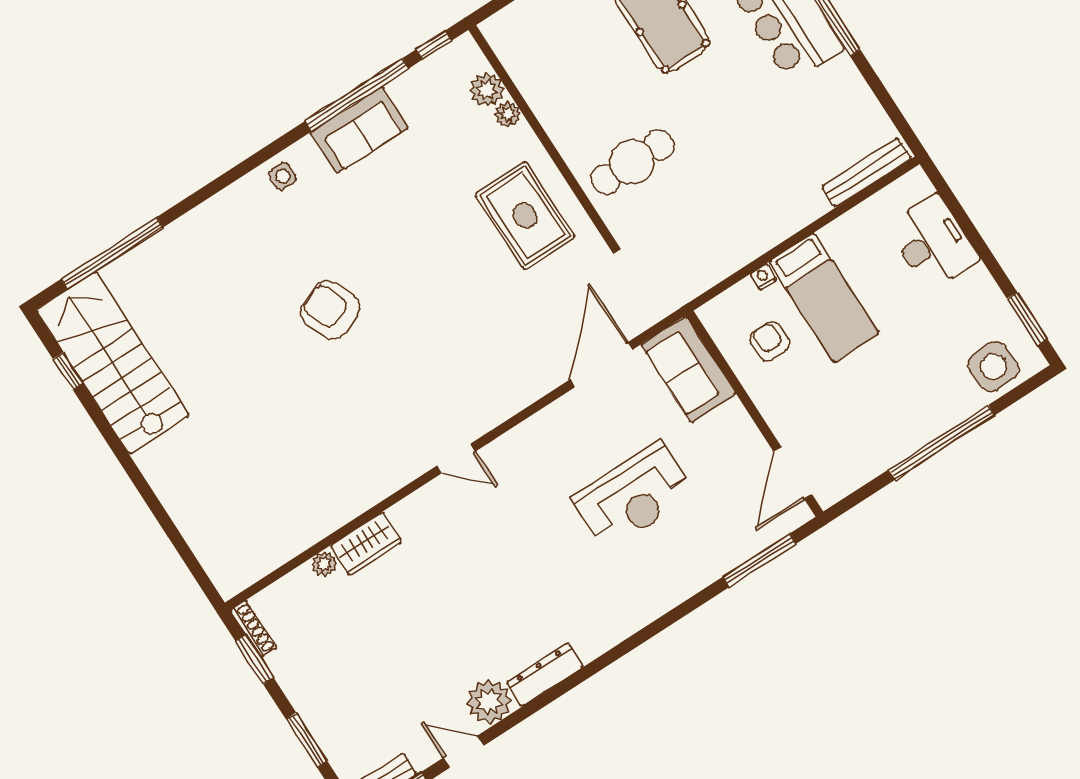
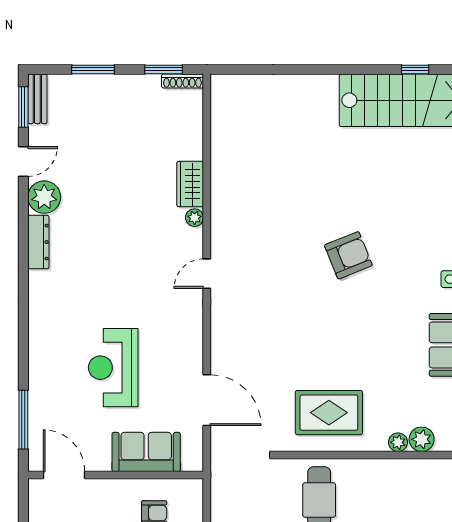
sofa: (688, 369) -> (146, 452), moved
plant: (324, 564) -> (195, 218), moved

